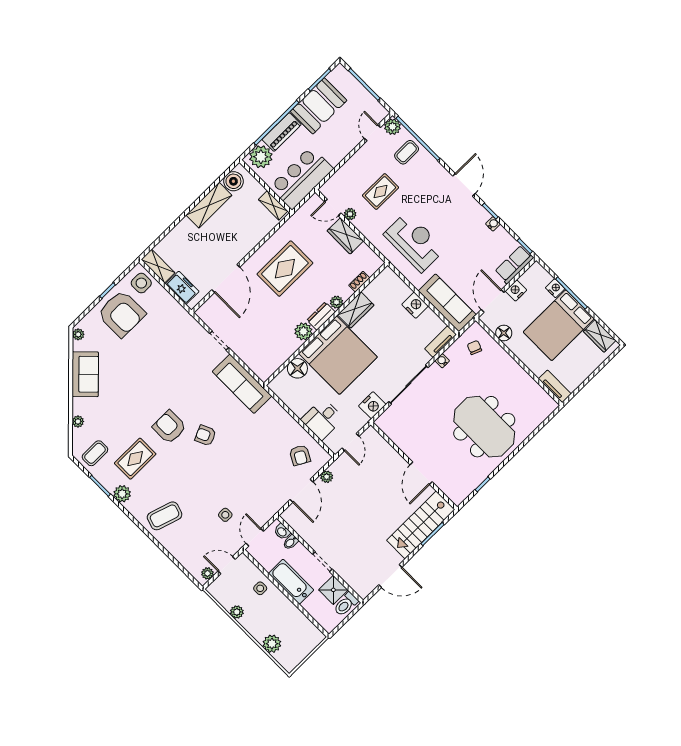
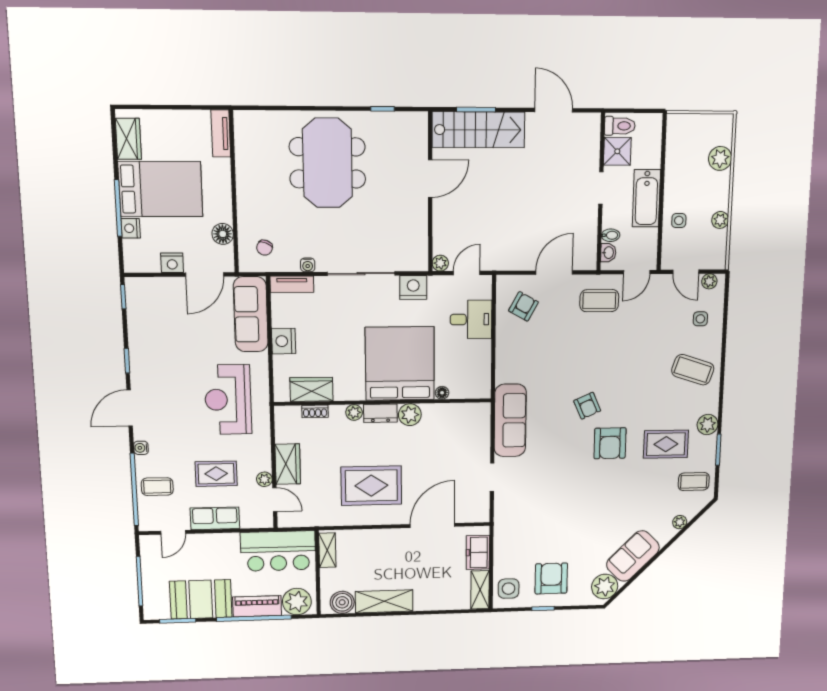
plant: (392, 127) -> (149, 521), removed
water cooler: (493, 224) -> (141, 448), moved
row of seats: (514, 265) -> (215, 518), moved, turned 180
wardrobe: (356, 310) -> (312, 389), moved
armchair: (121, 314) -> (551, 578), width x0.73, depth x0.73
plant: (78, 334) -> (605, 586), width x1.88, depth x1.88
floor lamp: (297, 368) -> (442, 393), width x0.53, depth x0.53
plant: (327, 477) -> (440, 263), moved
coffee table: (260, 501) -> (599, 301), added
side table: (225, 515) -> (700, 319), moved

